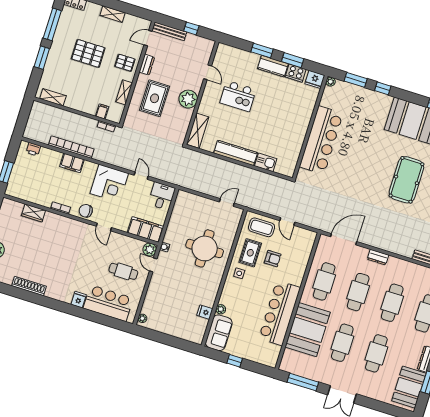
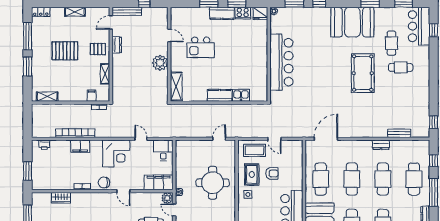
rug: (155, 98) -> (132, 71), removed
kitchen counter: (236, 153) -> (220, 95), width x0.67
dresser: (378, 257) -> (381, 145), moved

